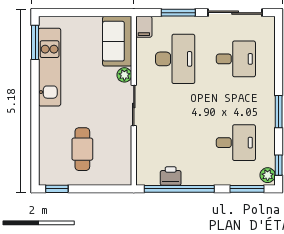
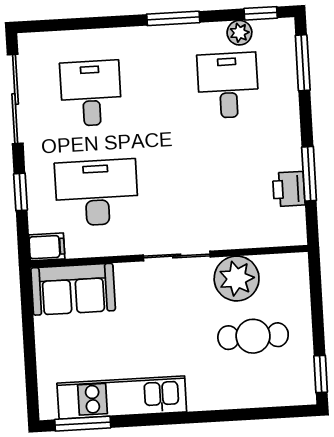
window: (178, 13) -> (21, 192), width x0.67
plant: (124, 75) -> (237, 278), moved, width x1.87, depth x1.87
plant: (268, 175) -> (239, 33), moved
window: (179, 189) -> (309, 174), width x0.47

